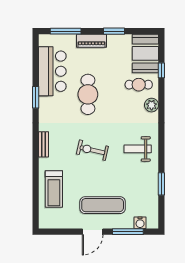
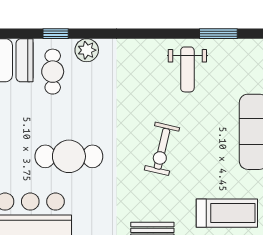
window: (161, 70) -> (56, 34), moved
weight bench: (138, 149) -> (187, 69), moved

